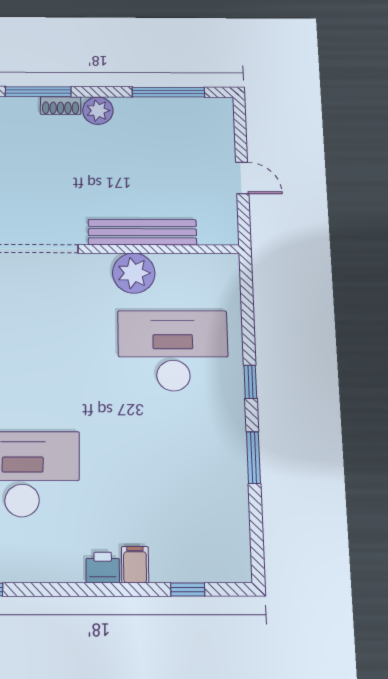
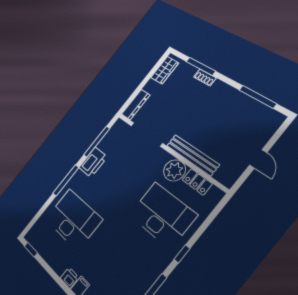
plant: (98, 111) -> (219, 88), removed
locker: (184, 266) -> (197, 182), added

